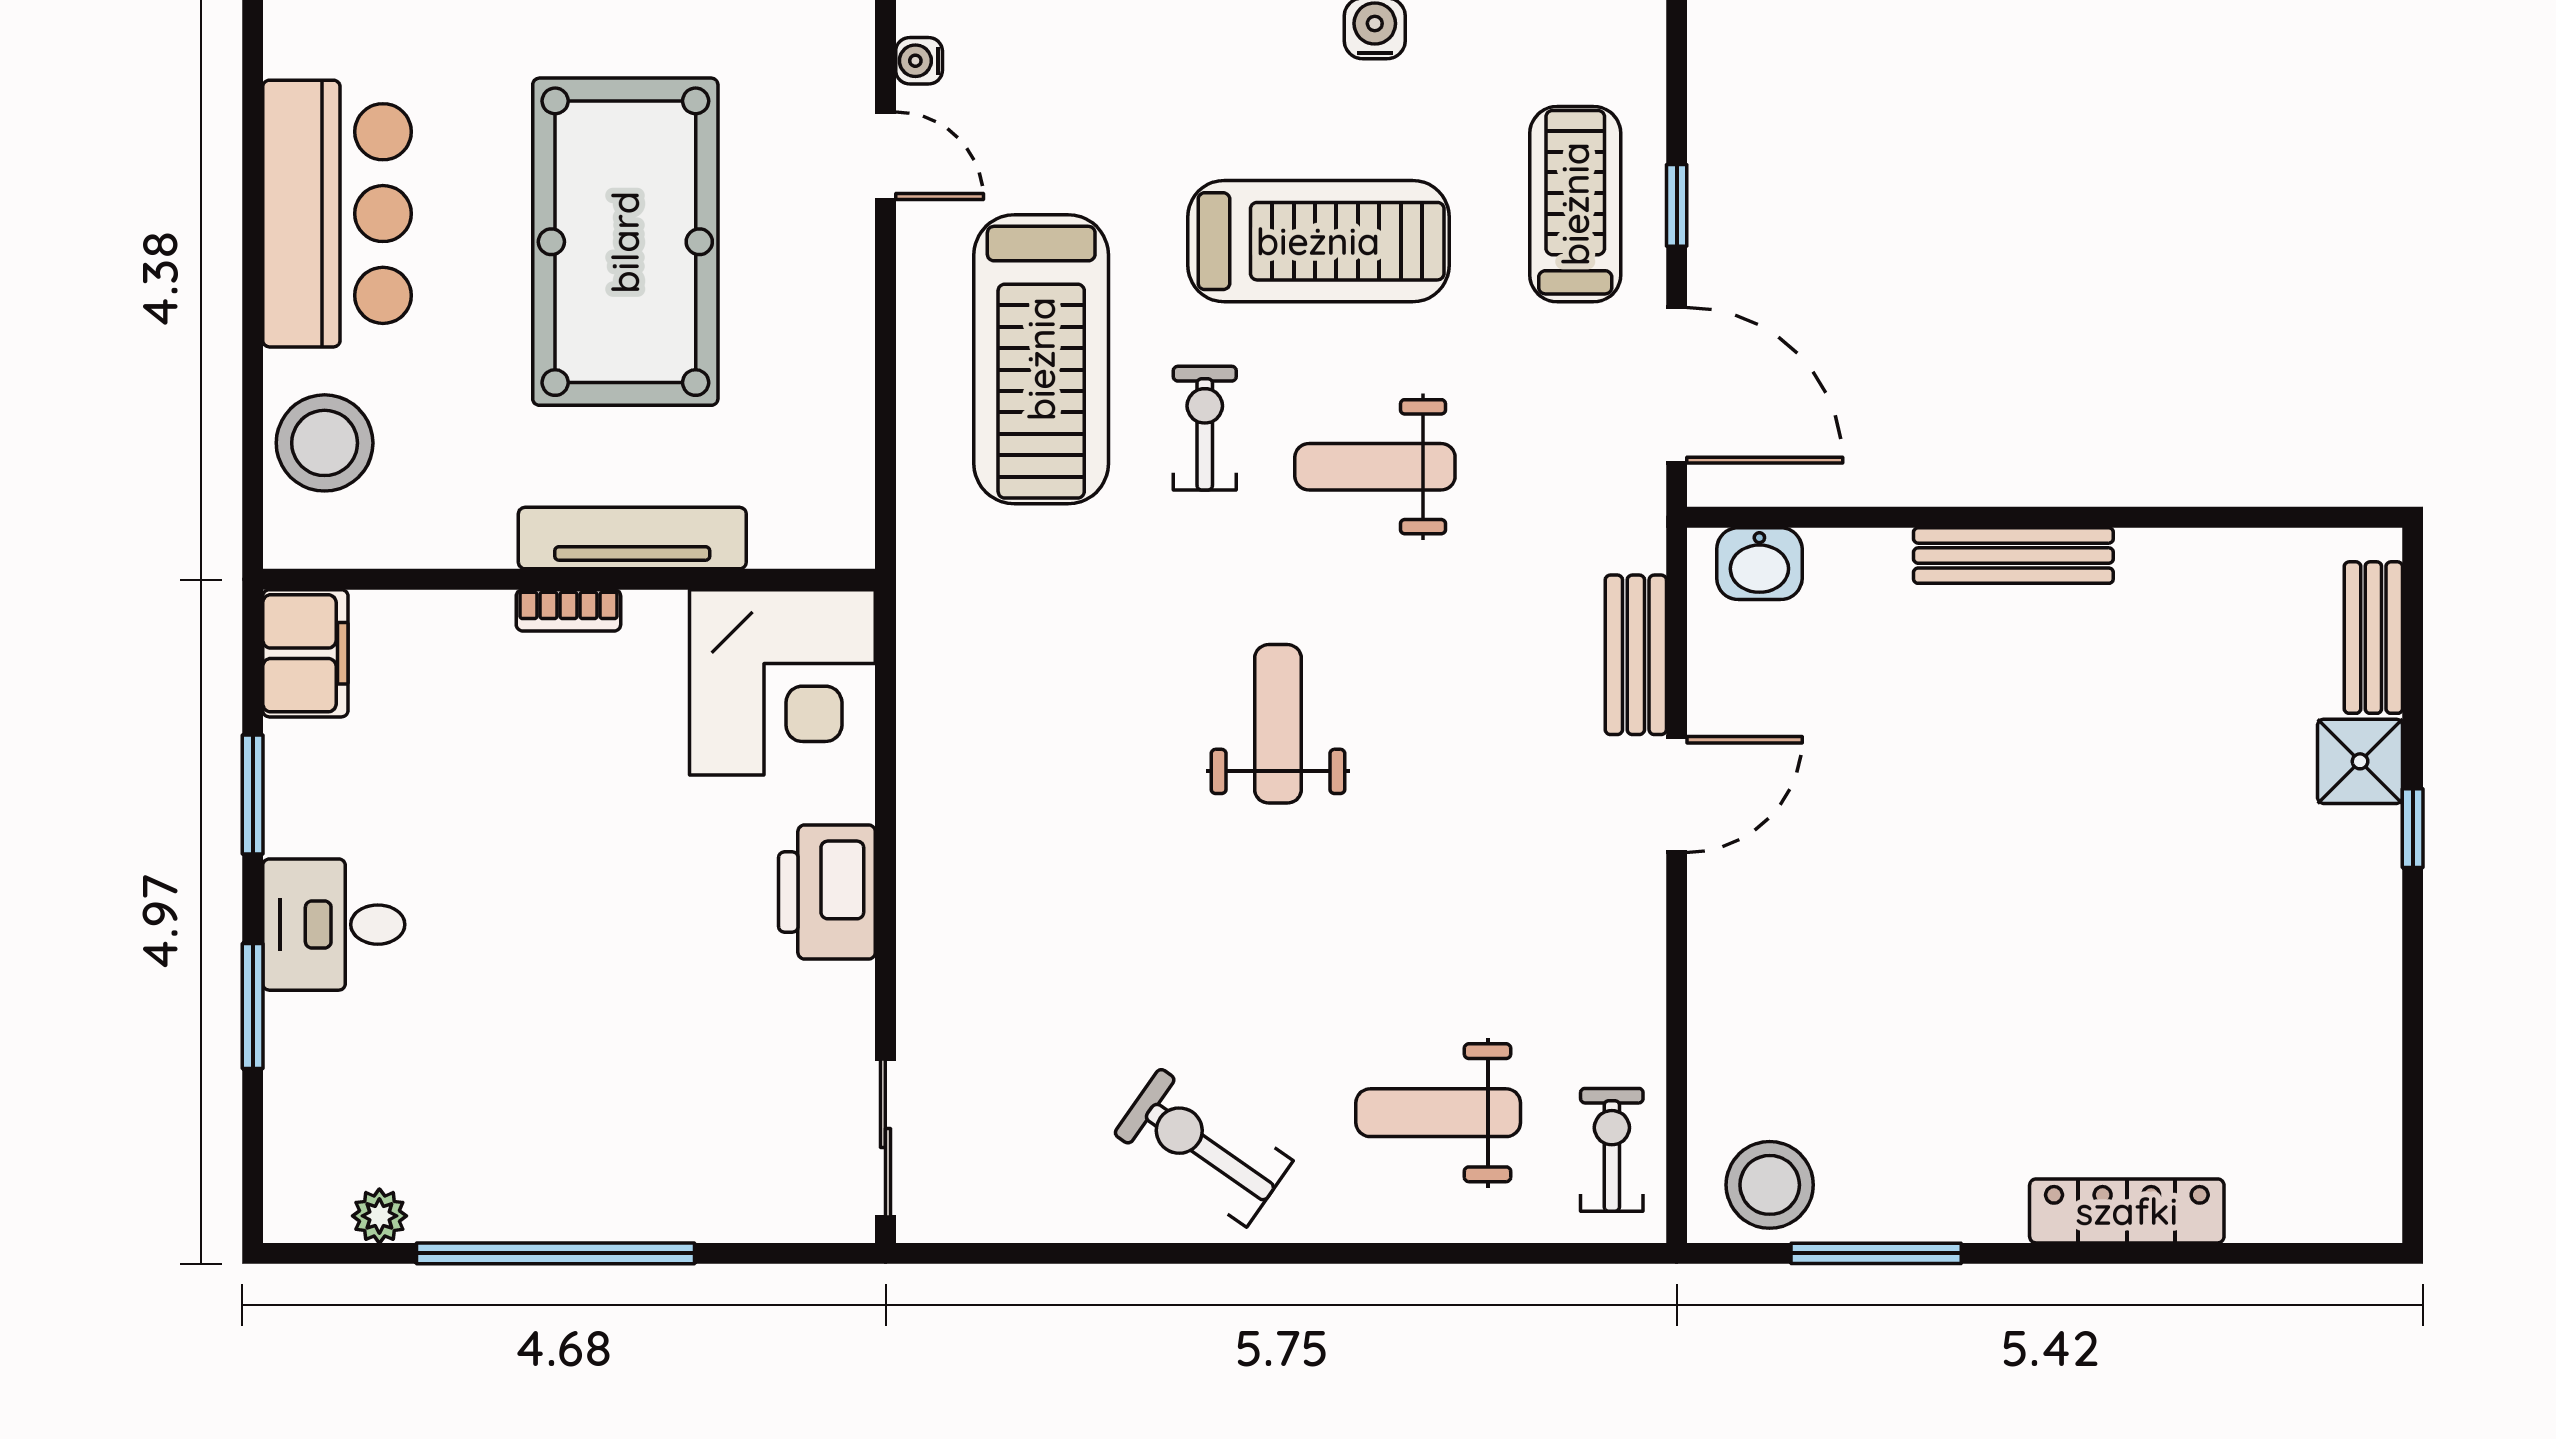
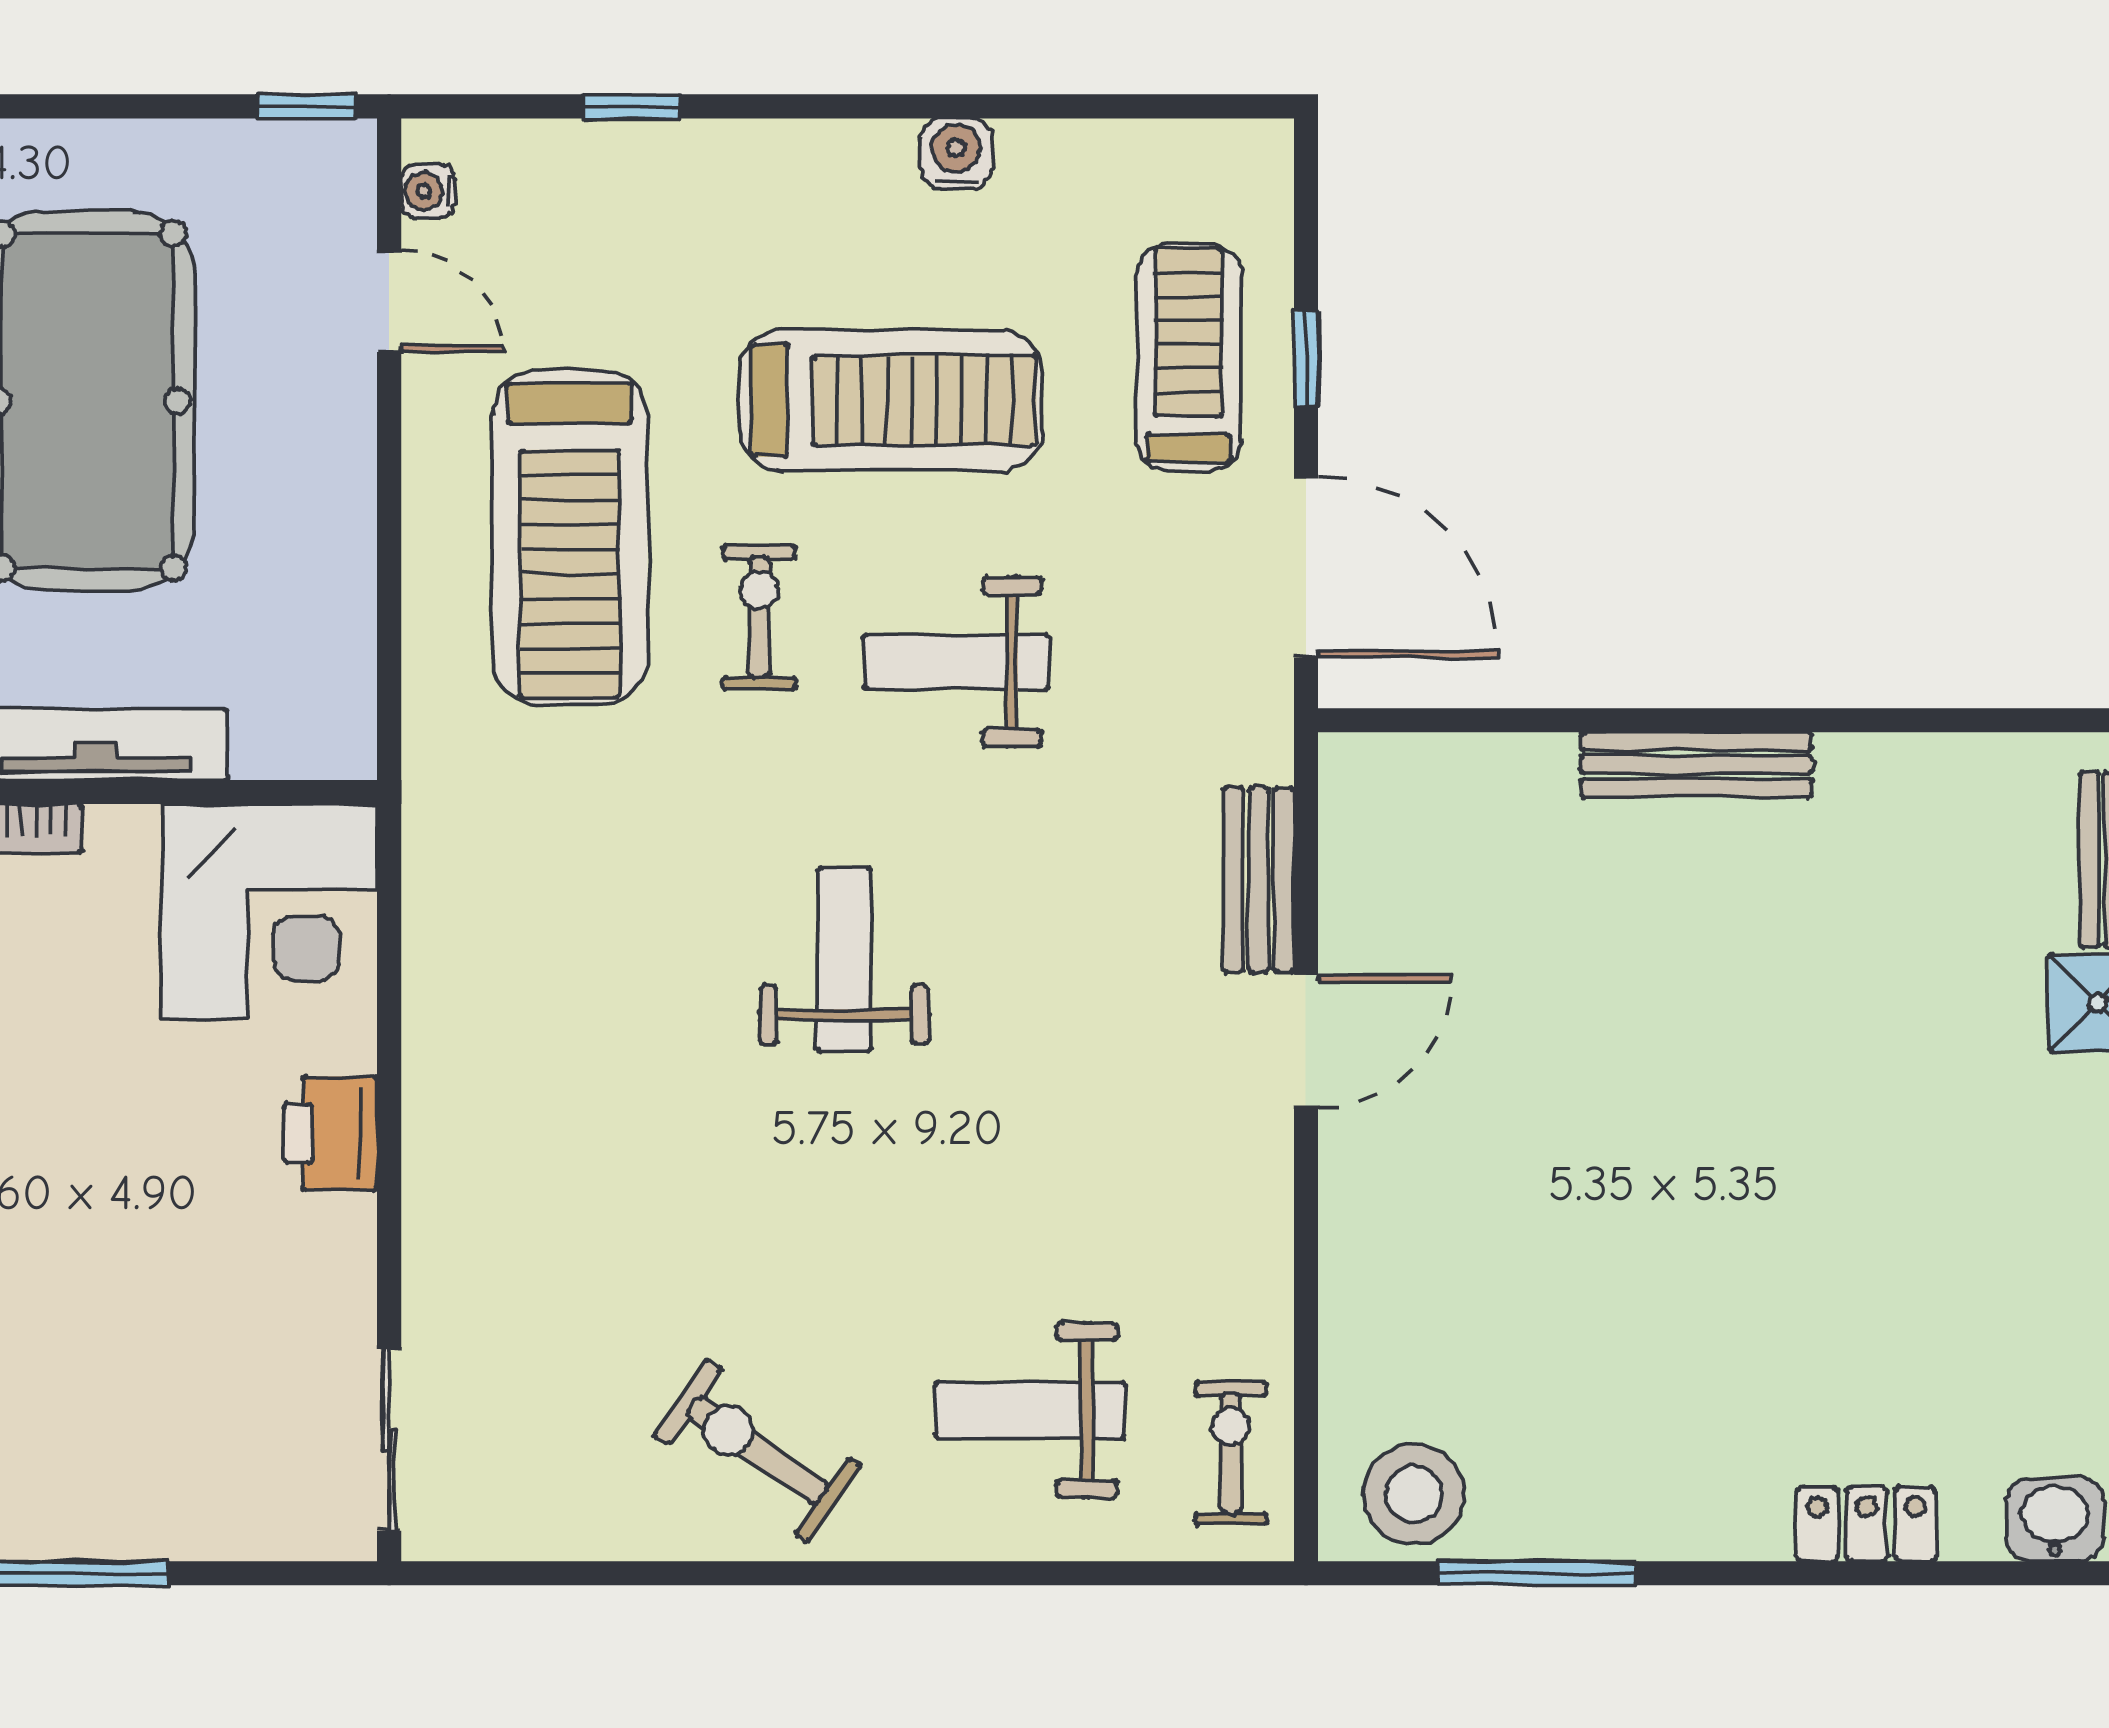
washbasin: (1759, 564) -> (2055, 1520), moved, turned 180
printer: (827, 892) -> (330, 1133), width x0.73, depth x0.84
locker: (2127, 1211) -> (1867, 1524), width x0.66

